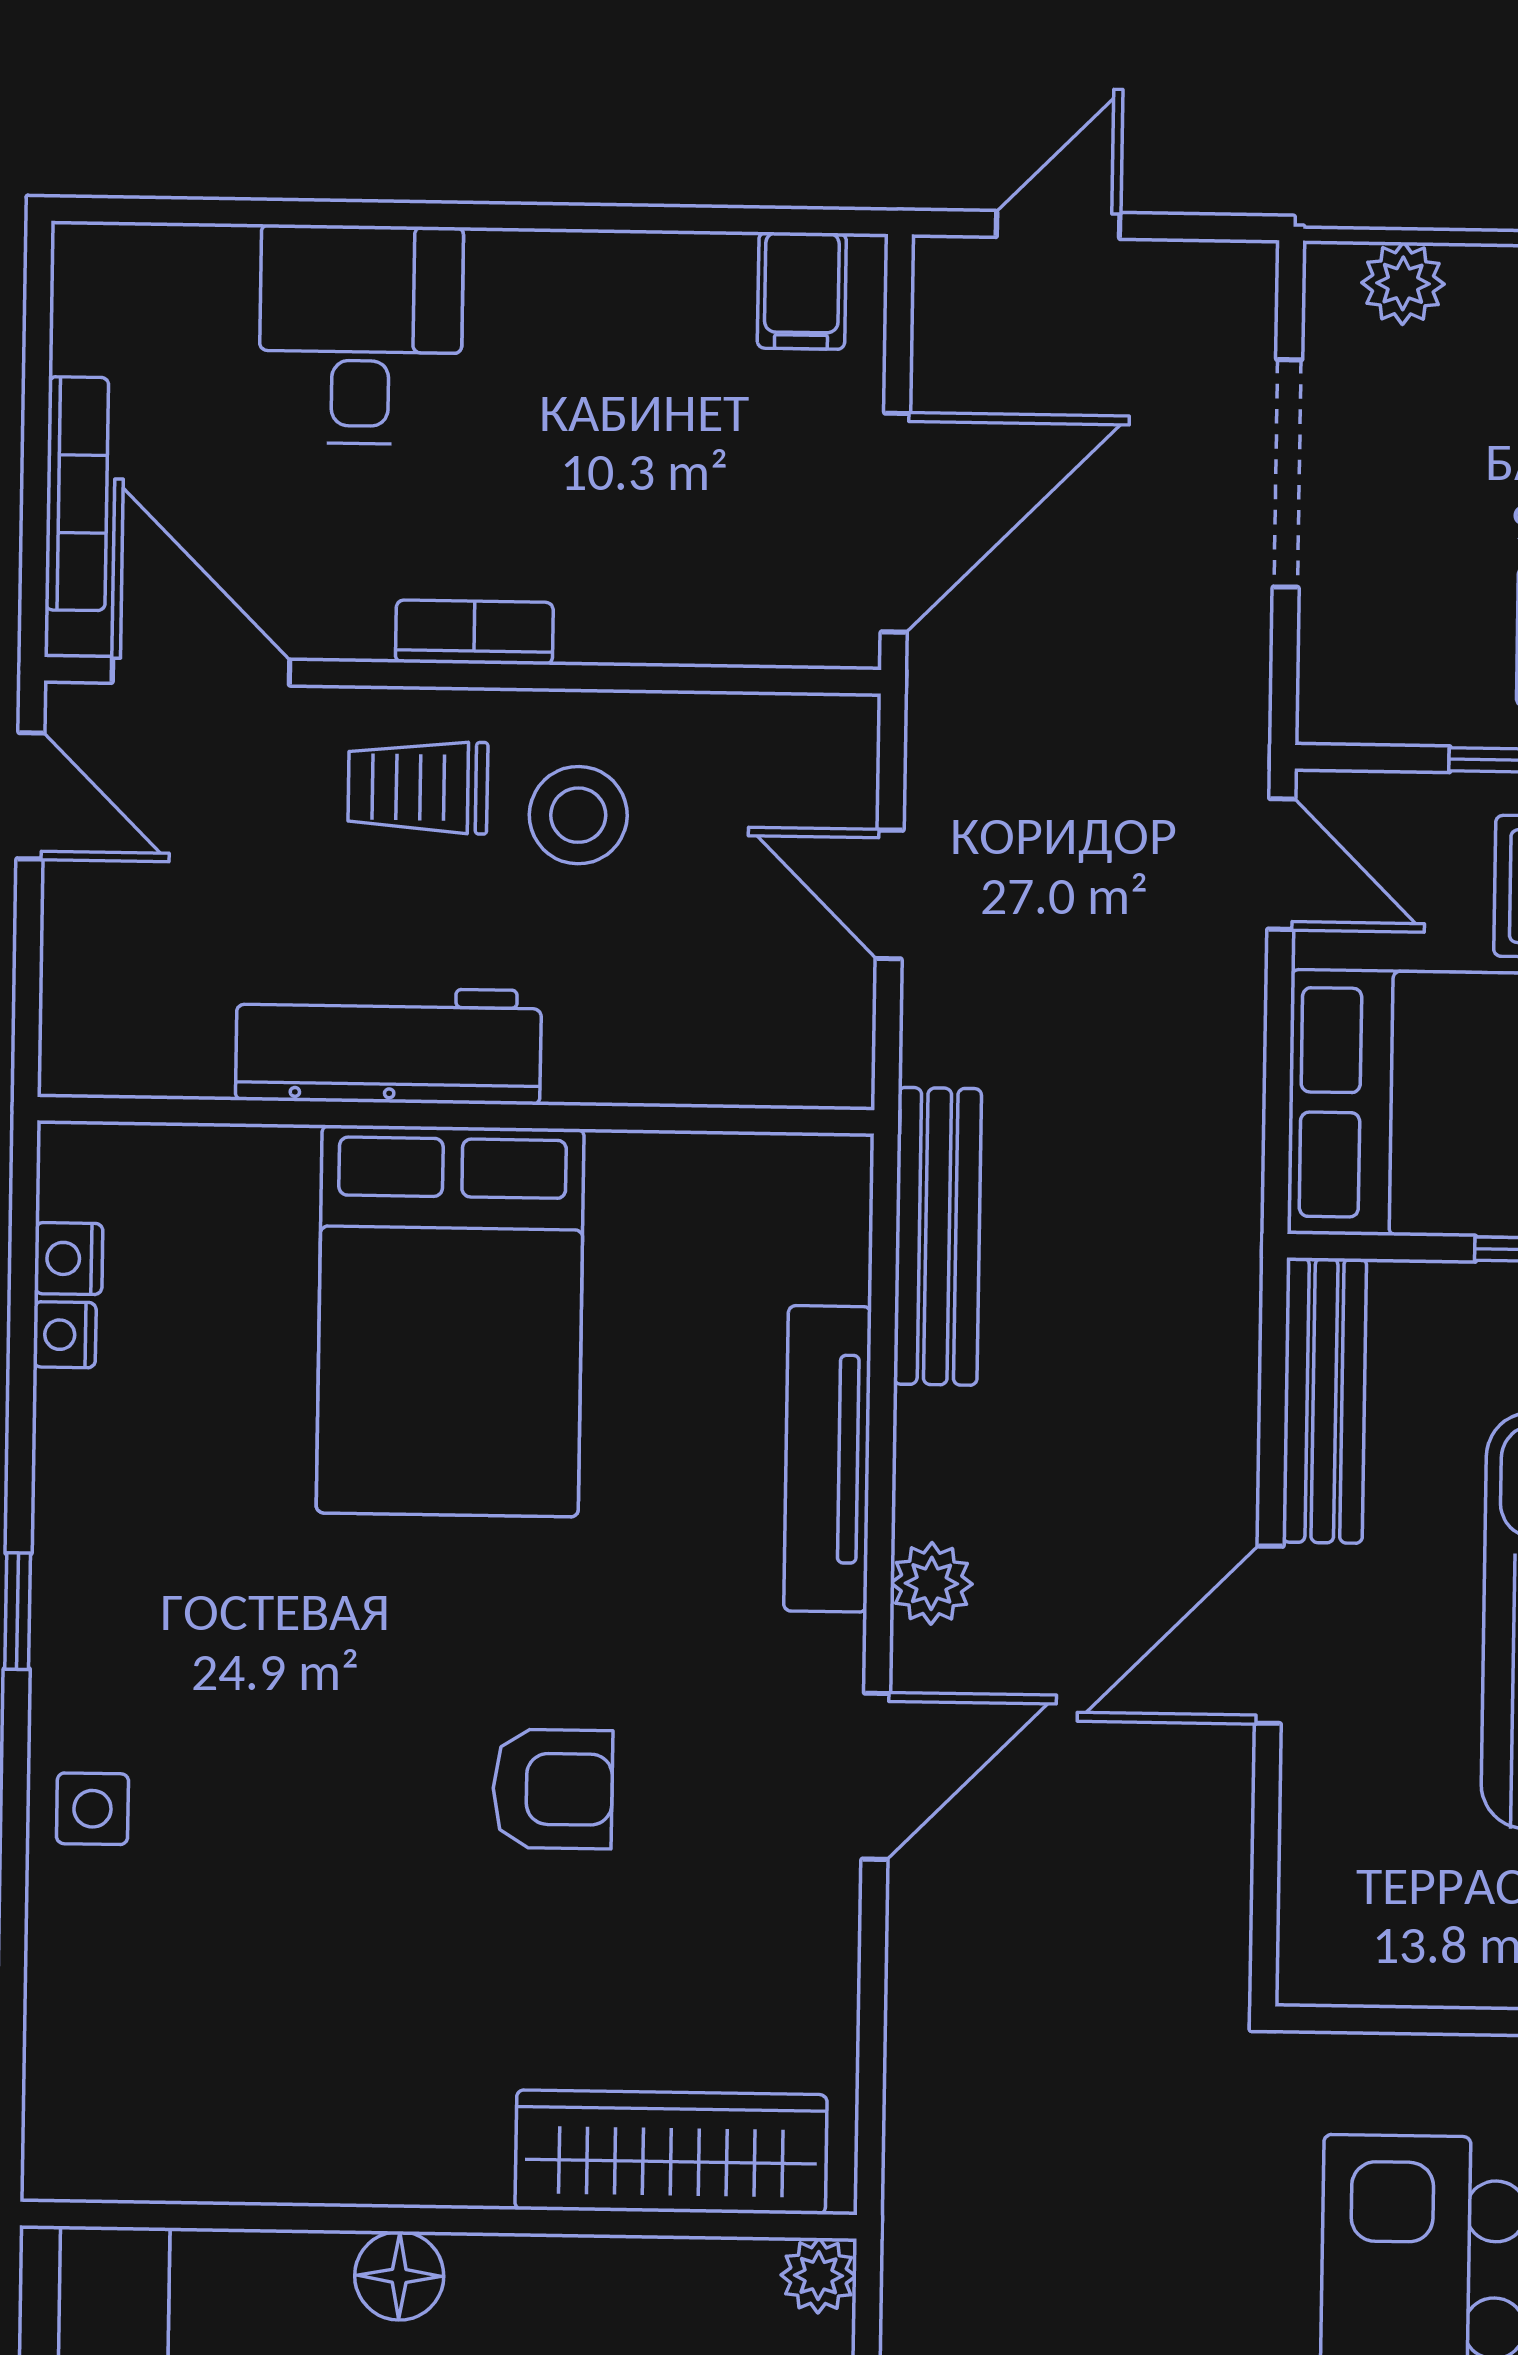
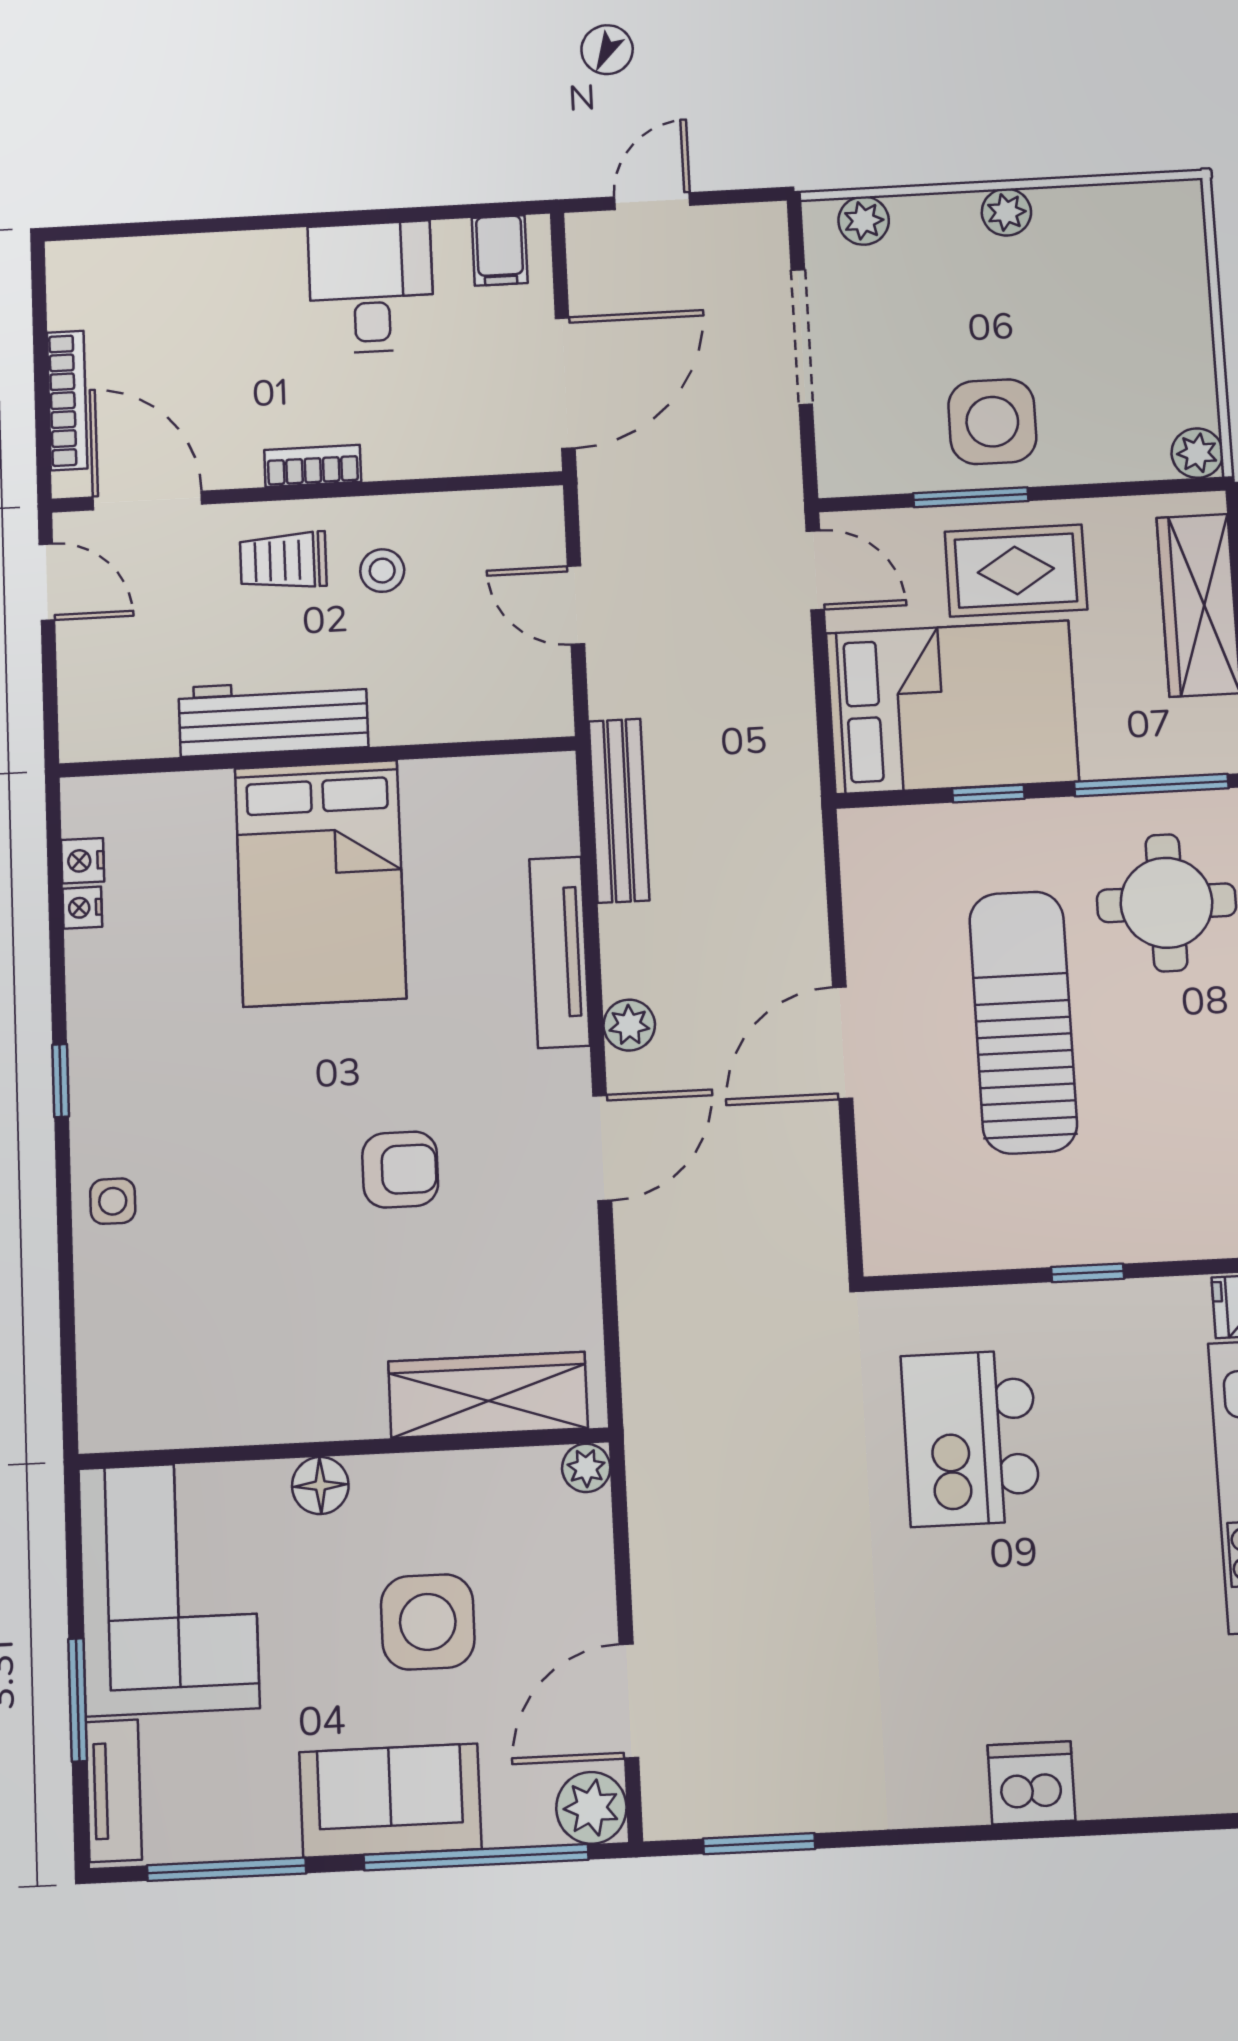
desk: (361, 335) -> (371, 287), moved
stool: (578, 815) -> (382, 571), width x0.73, depth x0.73
bench: (1324, 1400) -> (866, 895), removed

